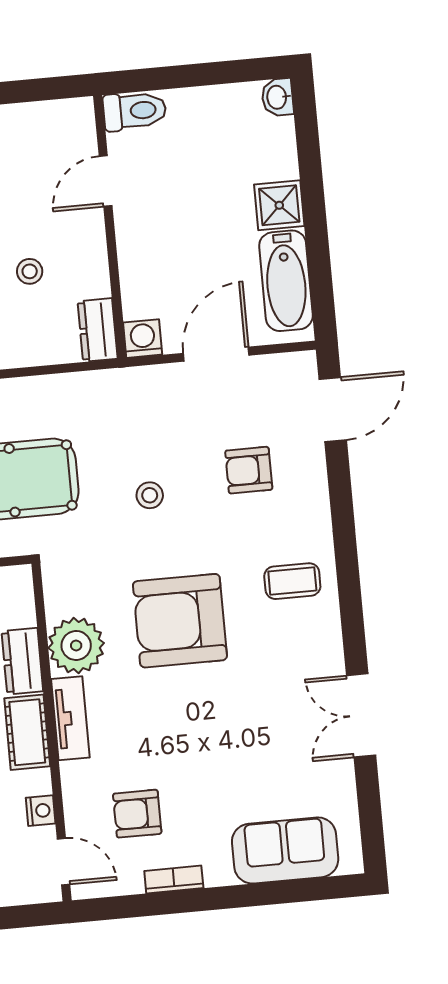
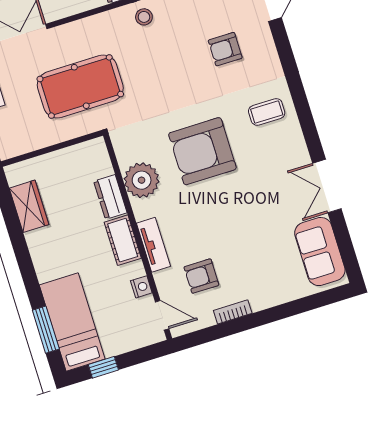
stool: (150, 495) -> (144, 17), moved
tv unit: (70, 718) -> (153, 245), moved
sofa: (285, 850) -> (320, 252), moved, turned -90

